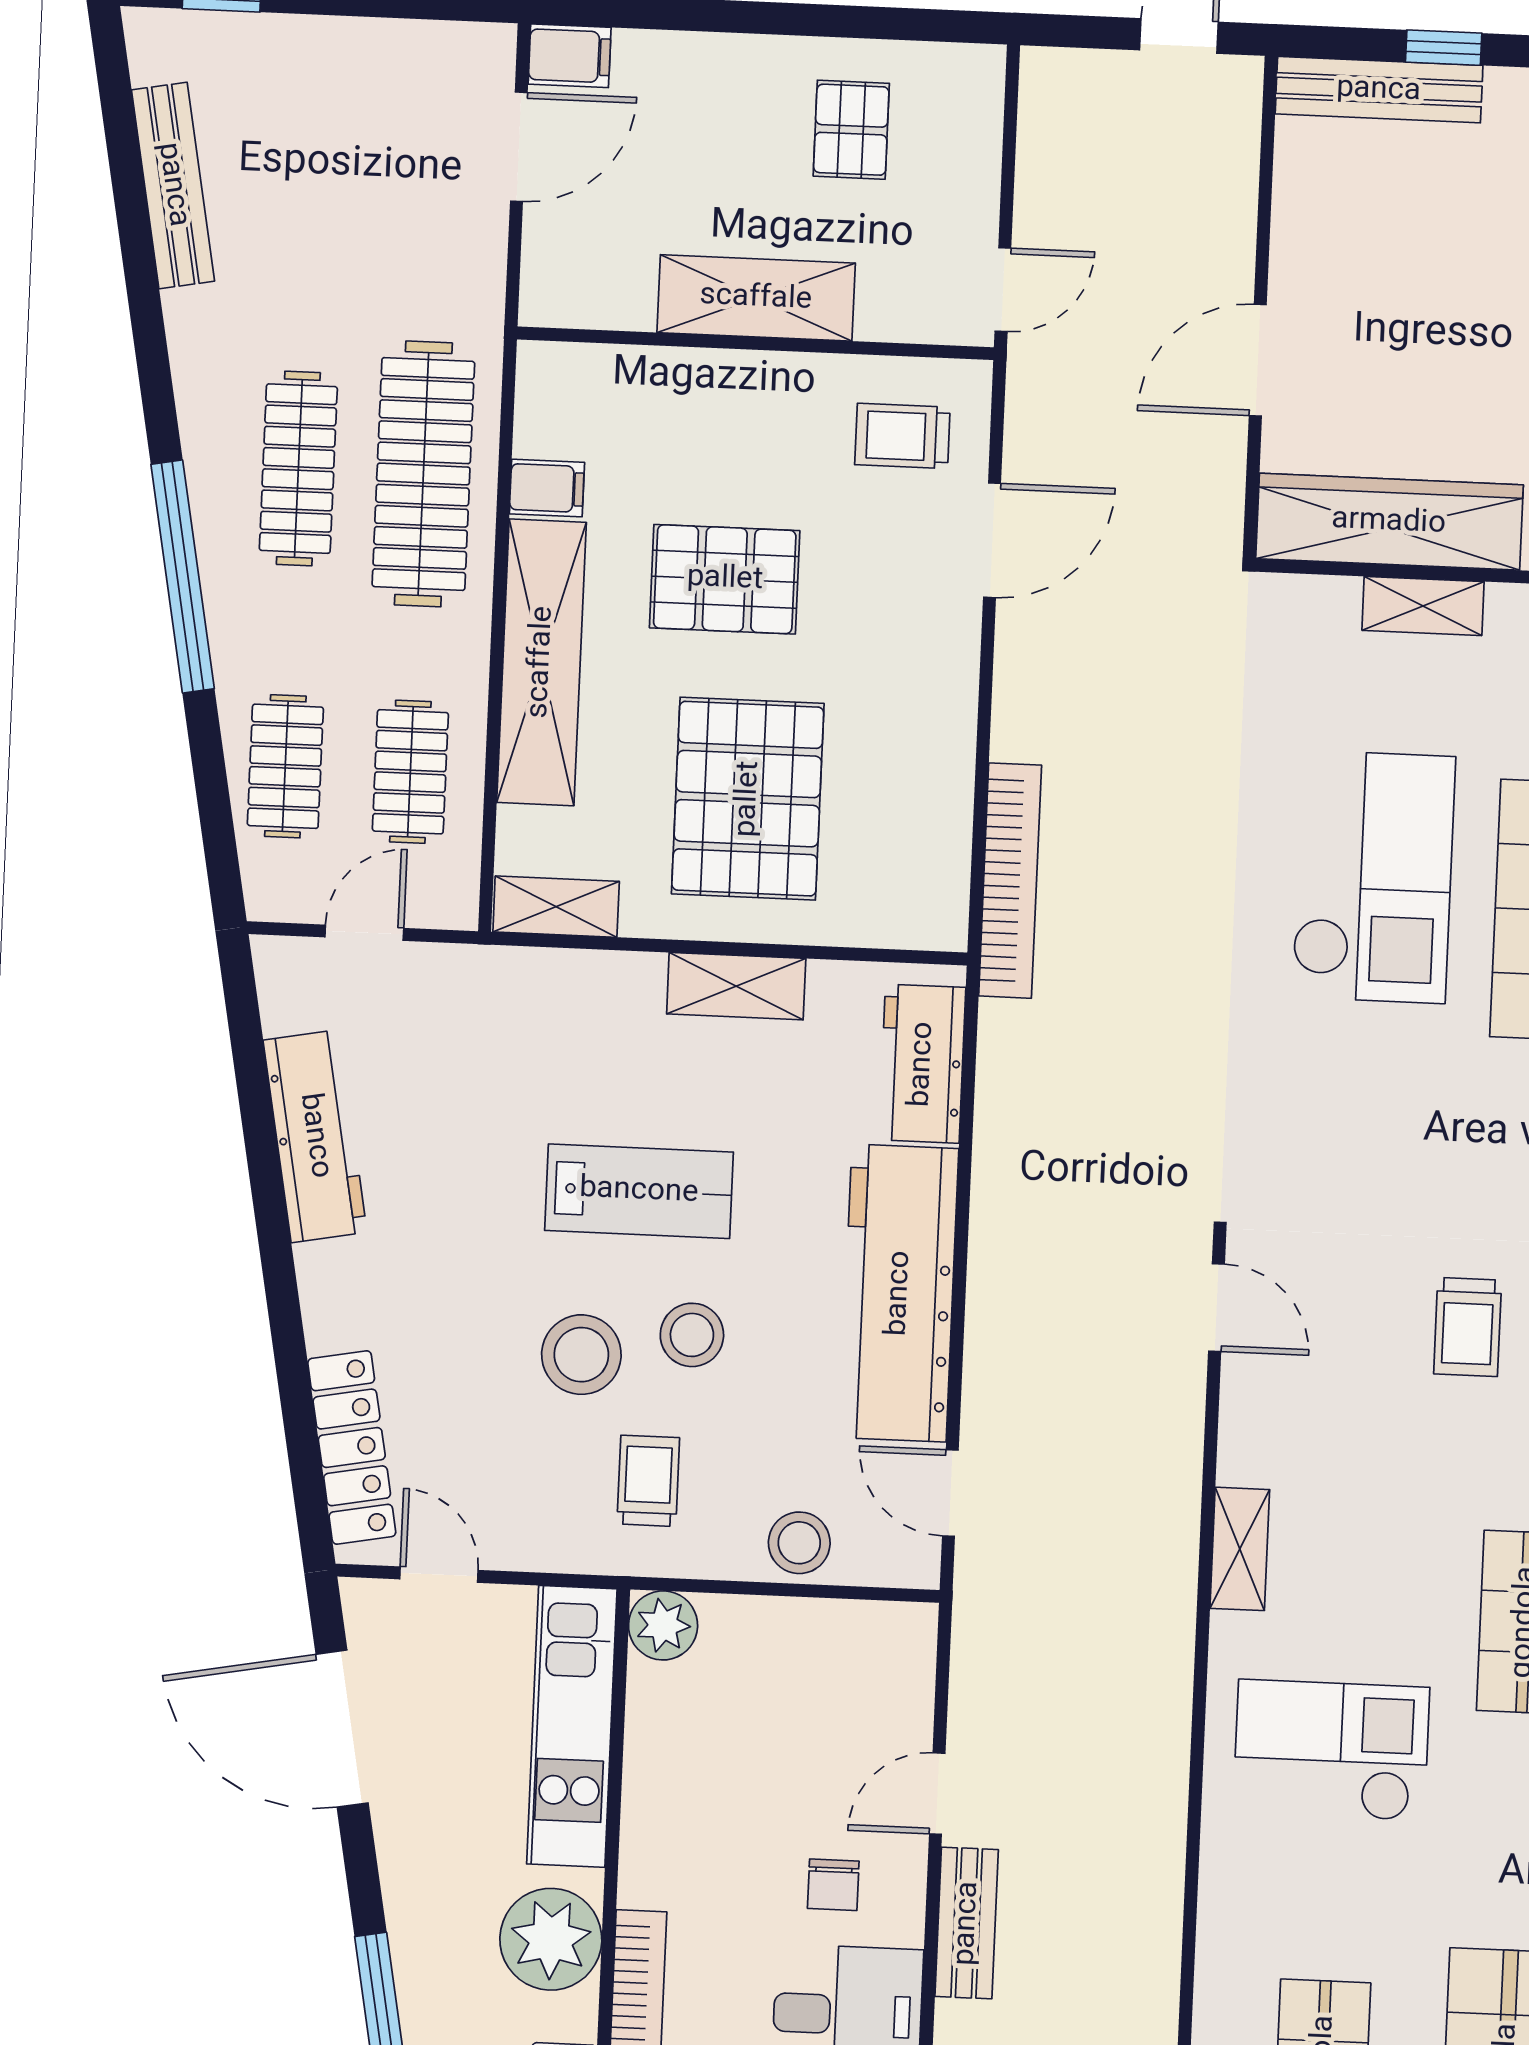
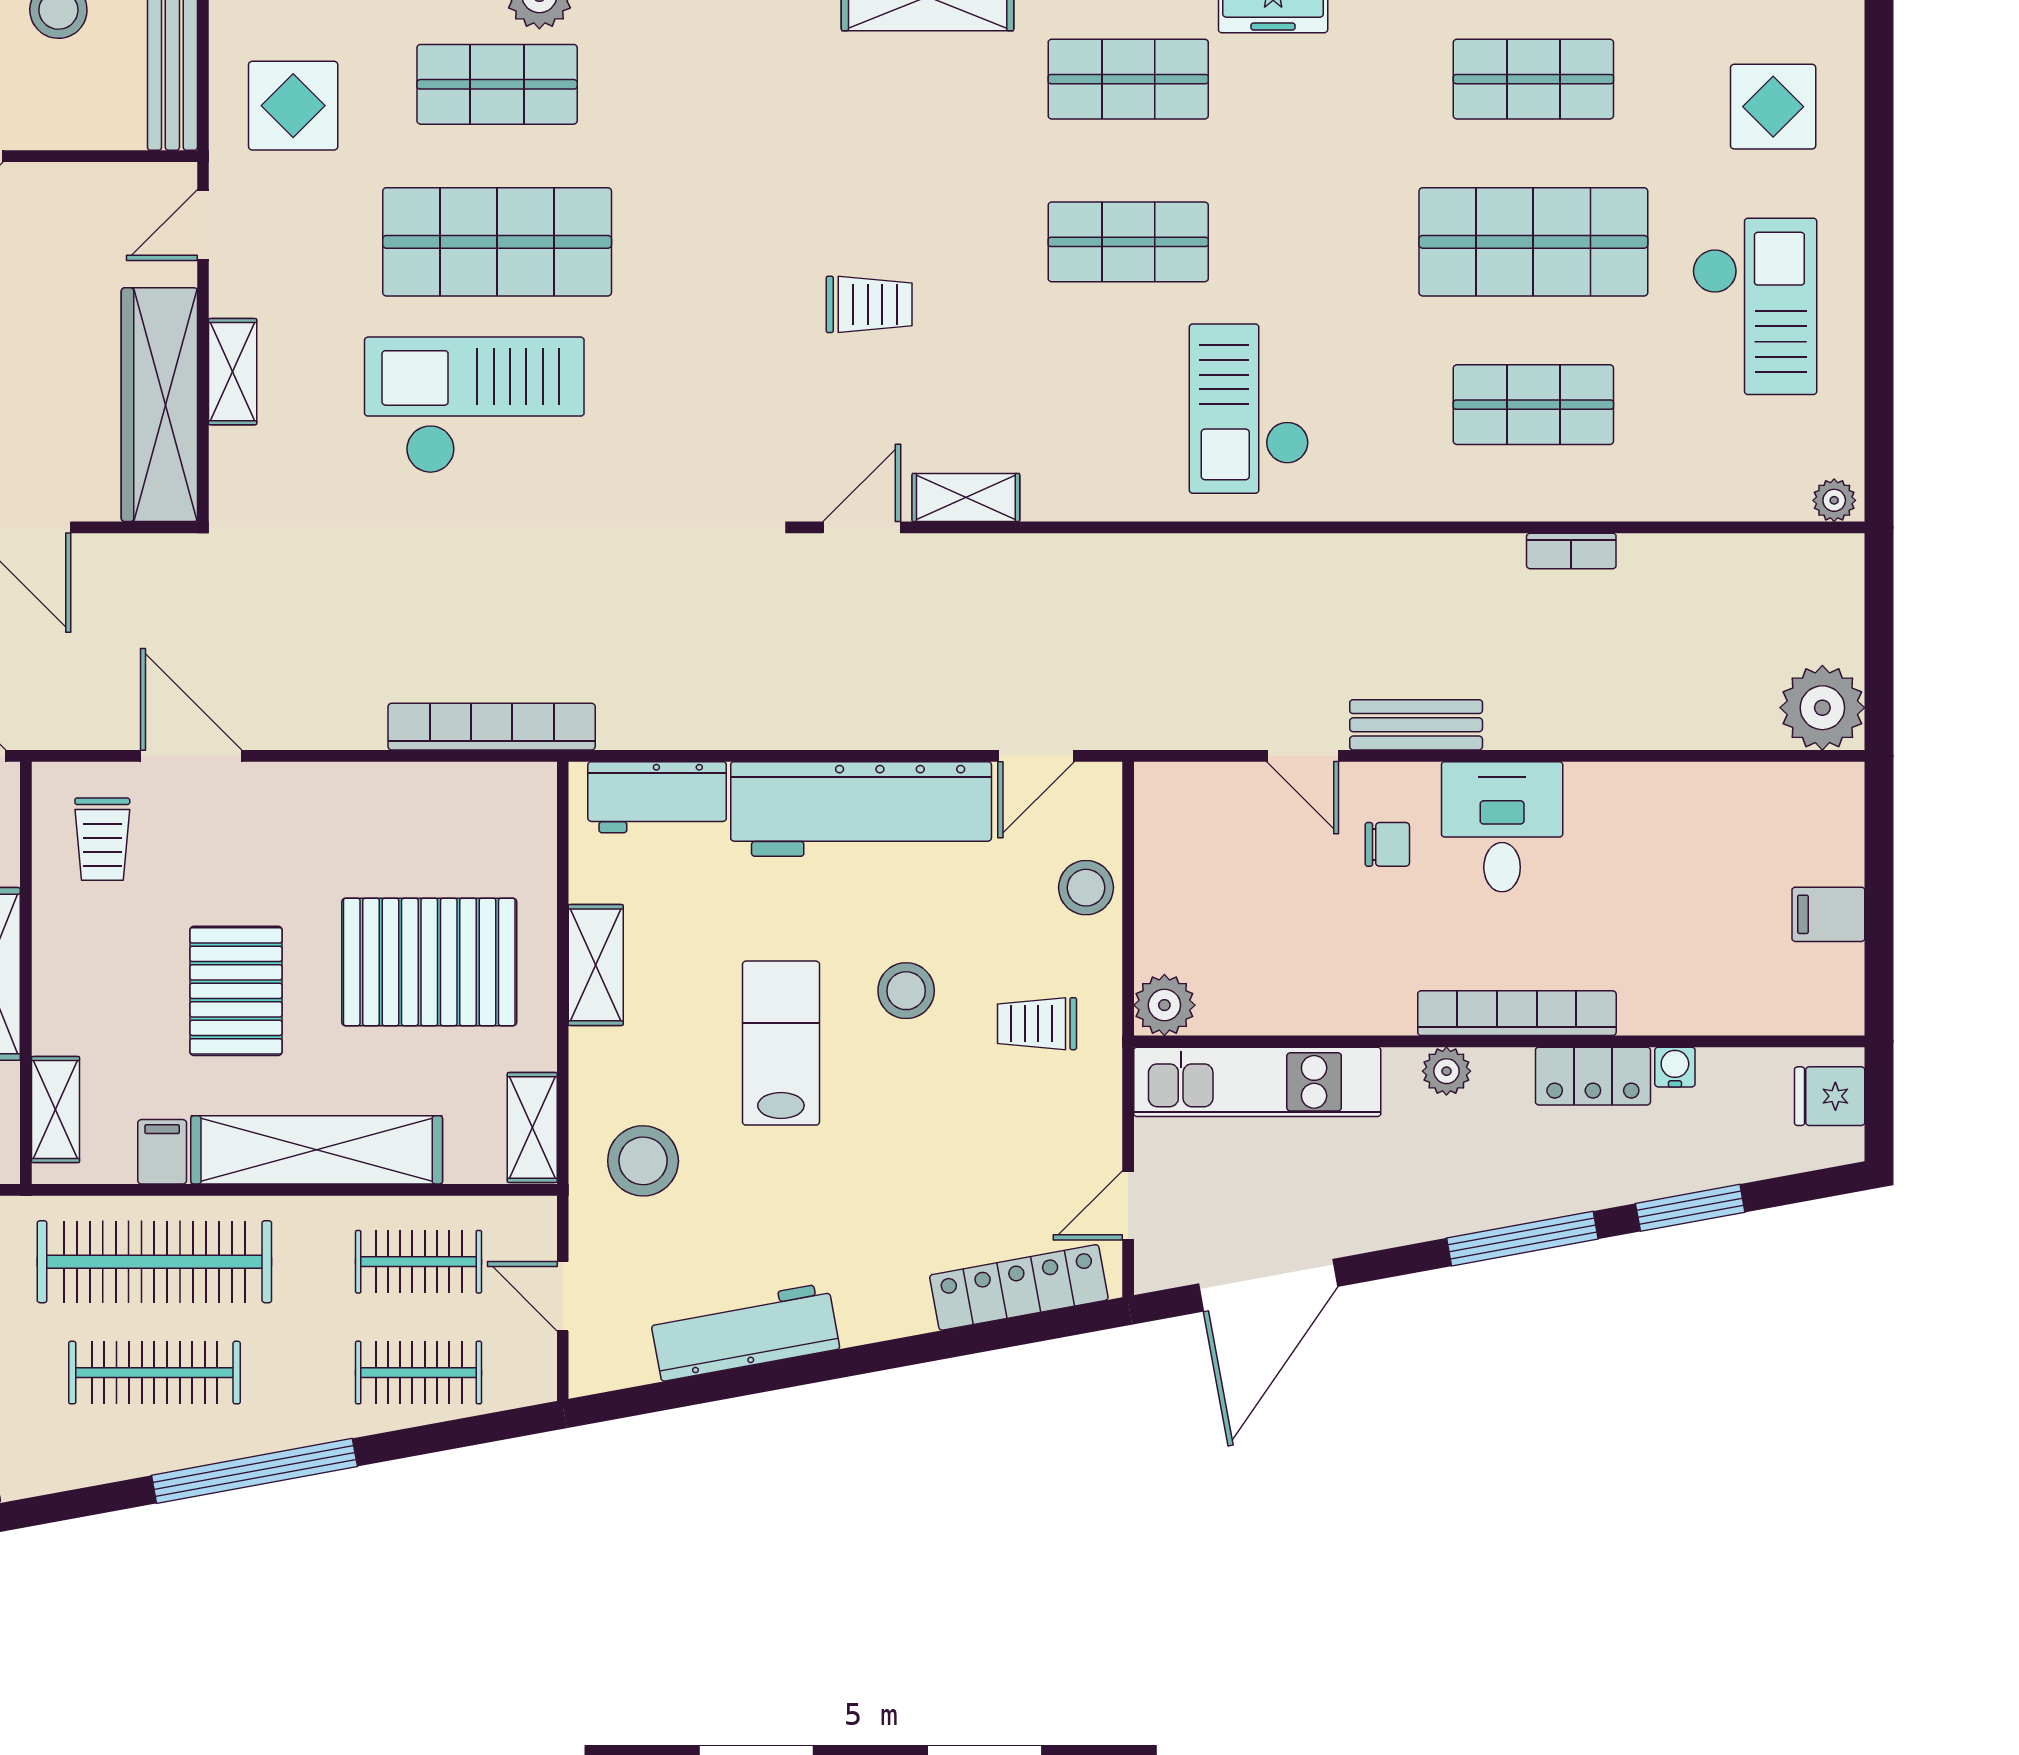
shelving: (600, 370) -> (56, 1110), added
stool: (581, 1355) -> (643, 1161), moved
shelving: (1240, 1549) -> (966, 498), moved
plant: (551, 1939) -> (1446, 1071), width x0.53, depth x0.53

